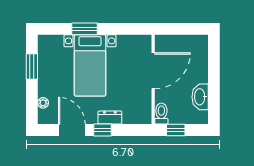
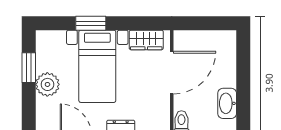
wardrobe: (132, 43) -> (146, 40), added
plant: (43, 103) -> (47, 84), moved, width x1.87, depth x1.87

